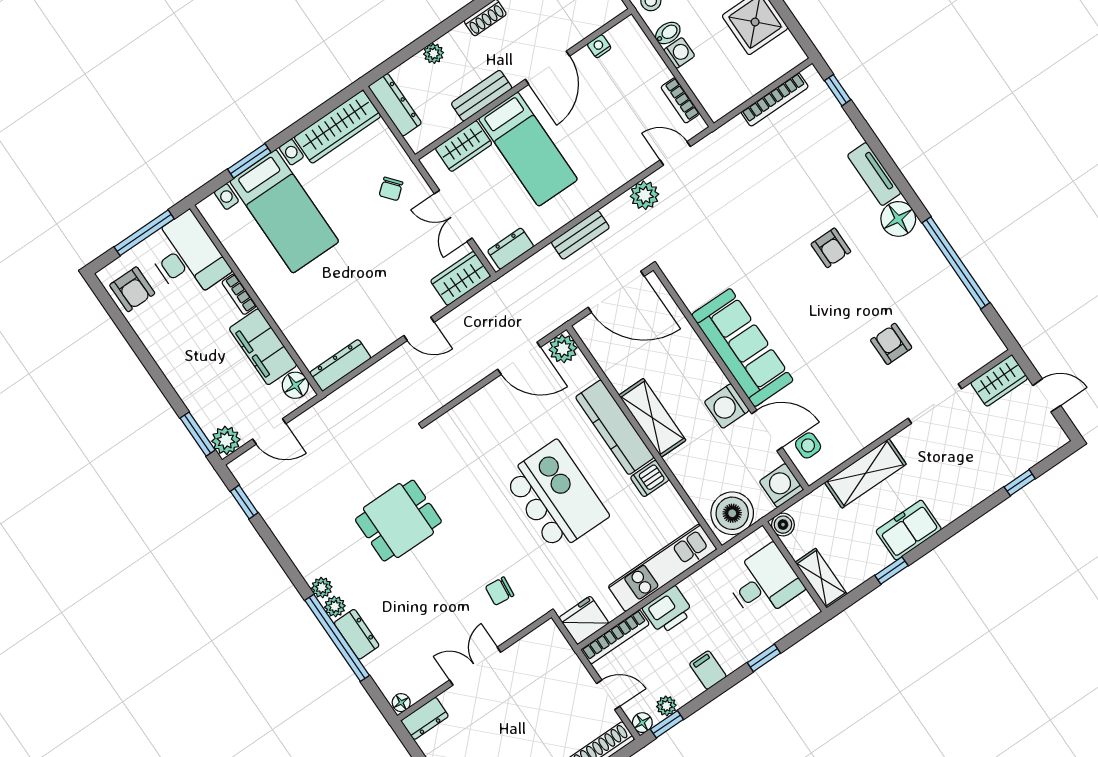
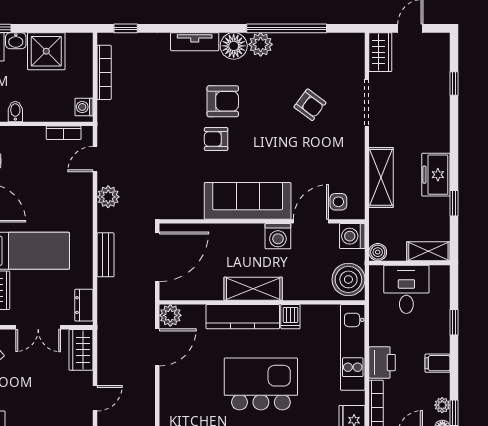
washing machine: (679, 53) -> (84, 107), moved, turned -90
plant: (920, 247) -> (261, 44), added
armchair: (831, 248) -> (223, 101), width x1.38, depth x1.38
armchair: (786, 268) -> (216, 139), added
armchair: (891, 344) -> (310, 105), turned -143

